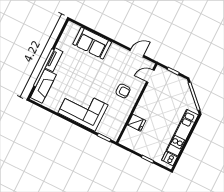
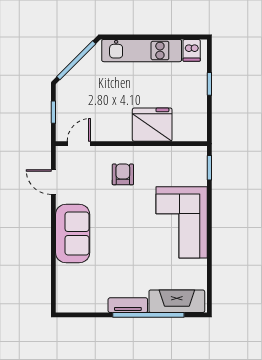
sofa: (92, 43) -> (73, 234), moved
door: (150, 76) -> (79, 144), swing flipped
fridge: (137, 123) -> (152, 125), width x1.88, depth x1.34

